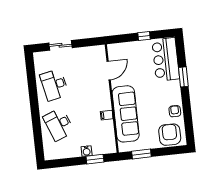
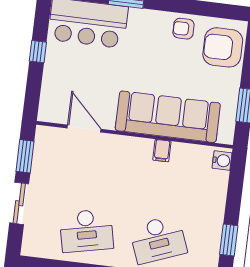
window: (86, 42) -> (25, 156), added
water cooler: (87, 151) -> (222, 161), moved
window: (95, 159) -> (229, 240), moved

